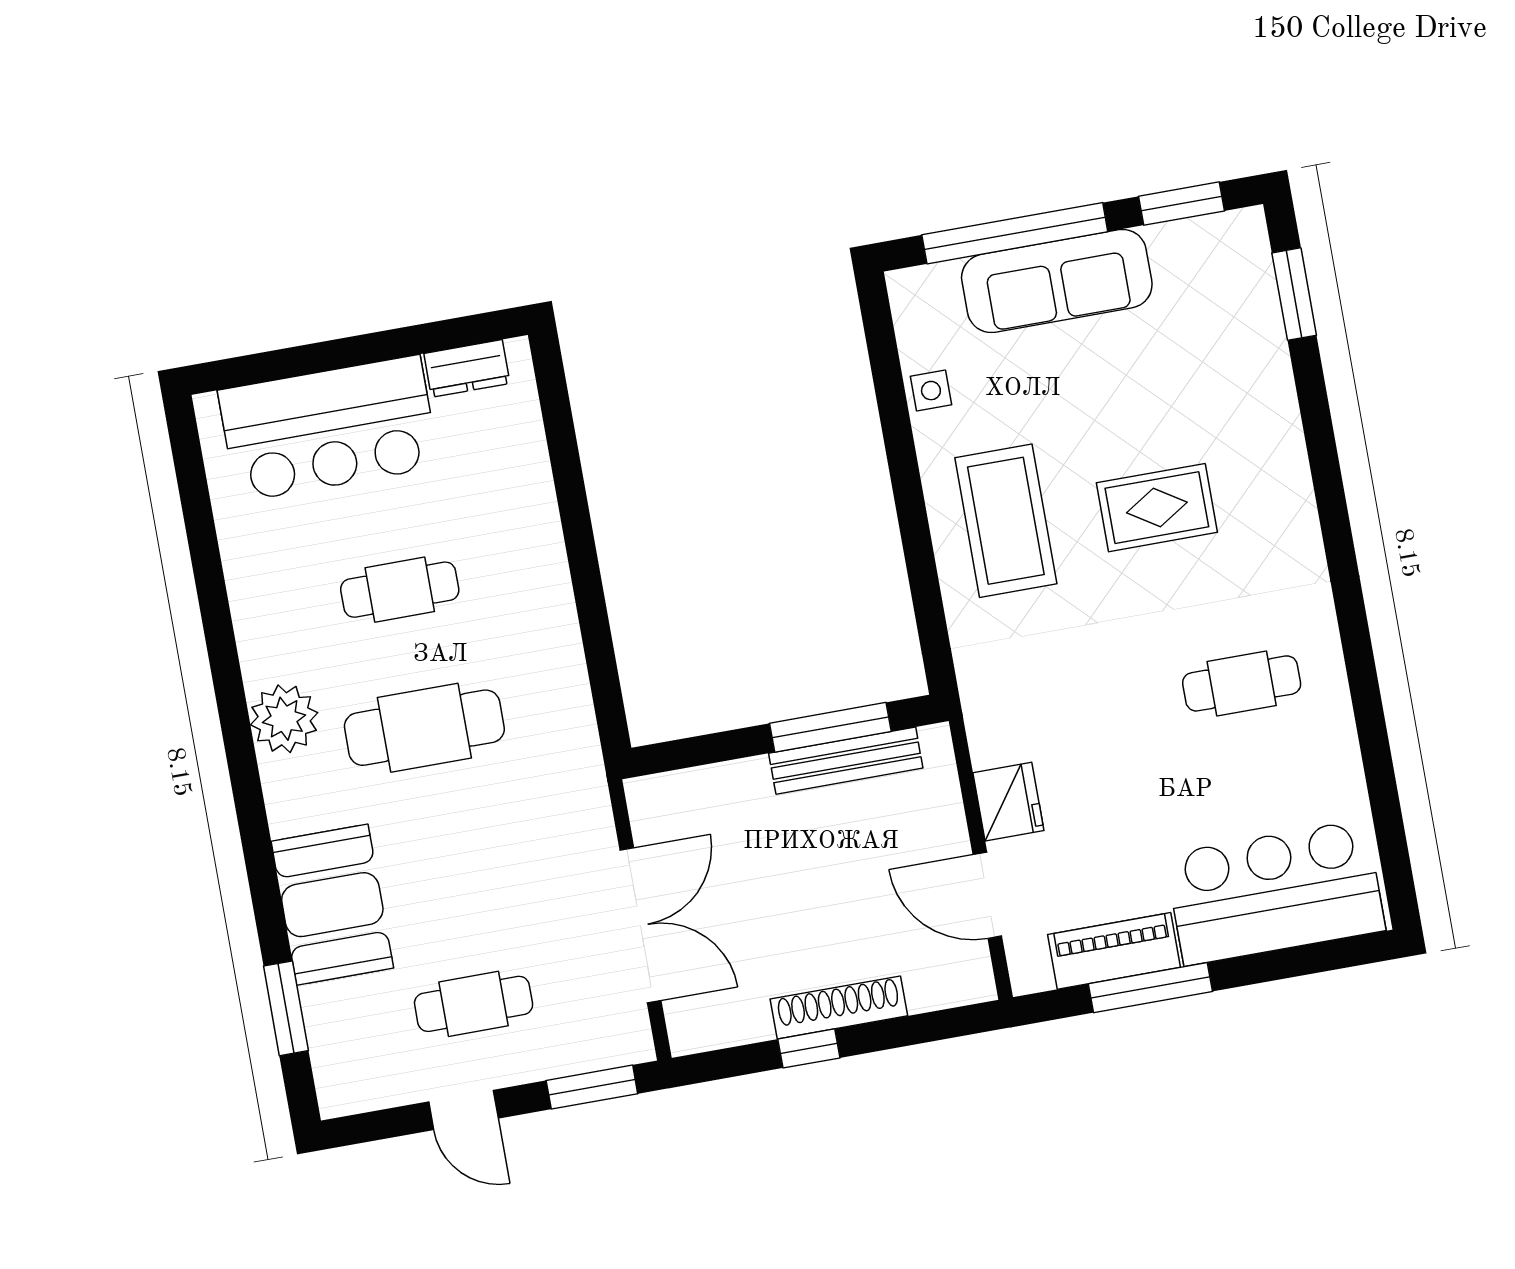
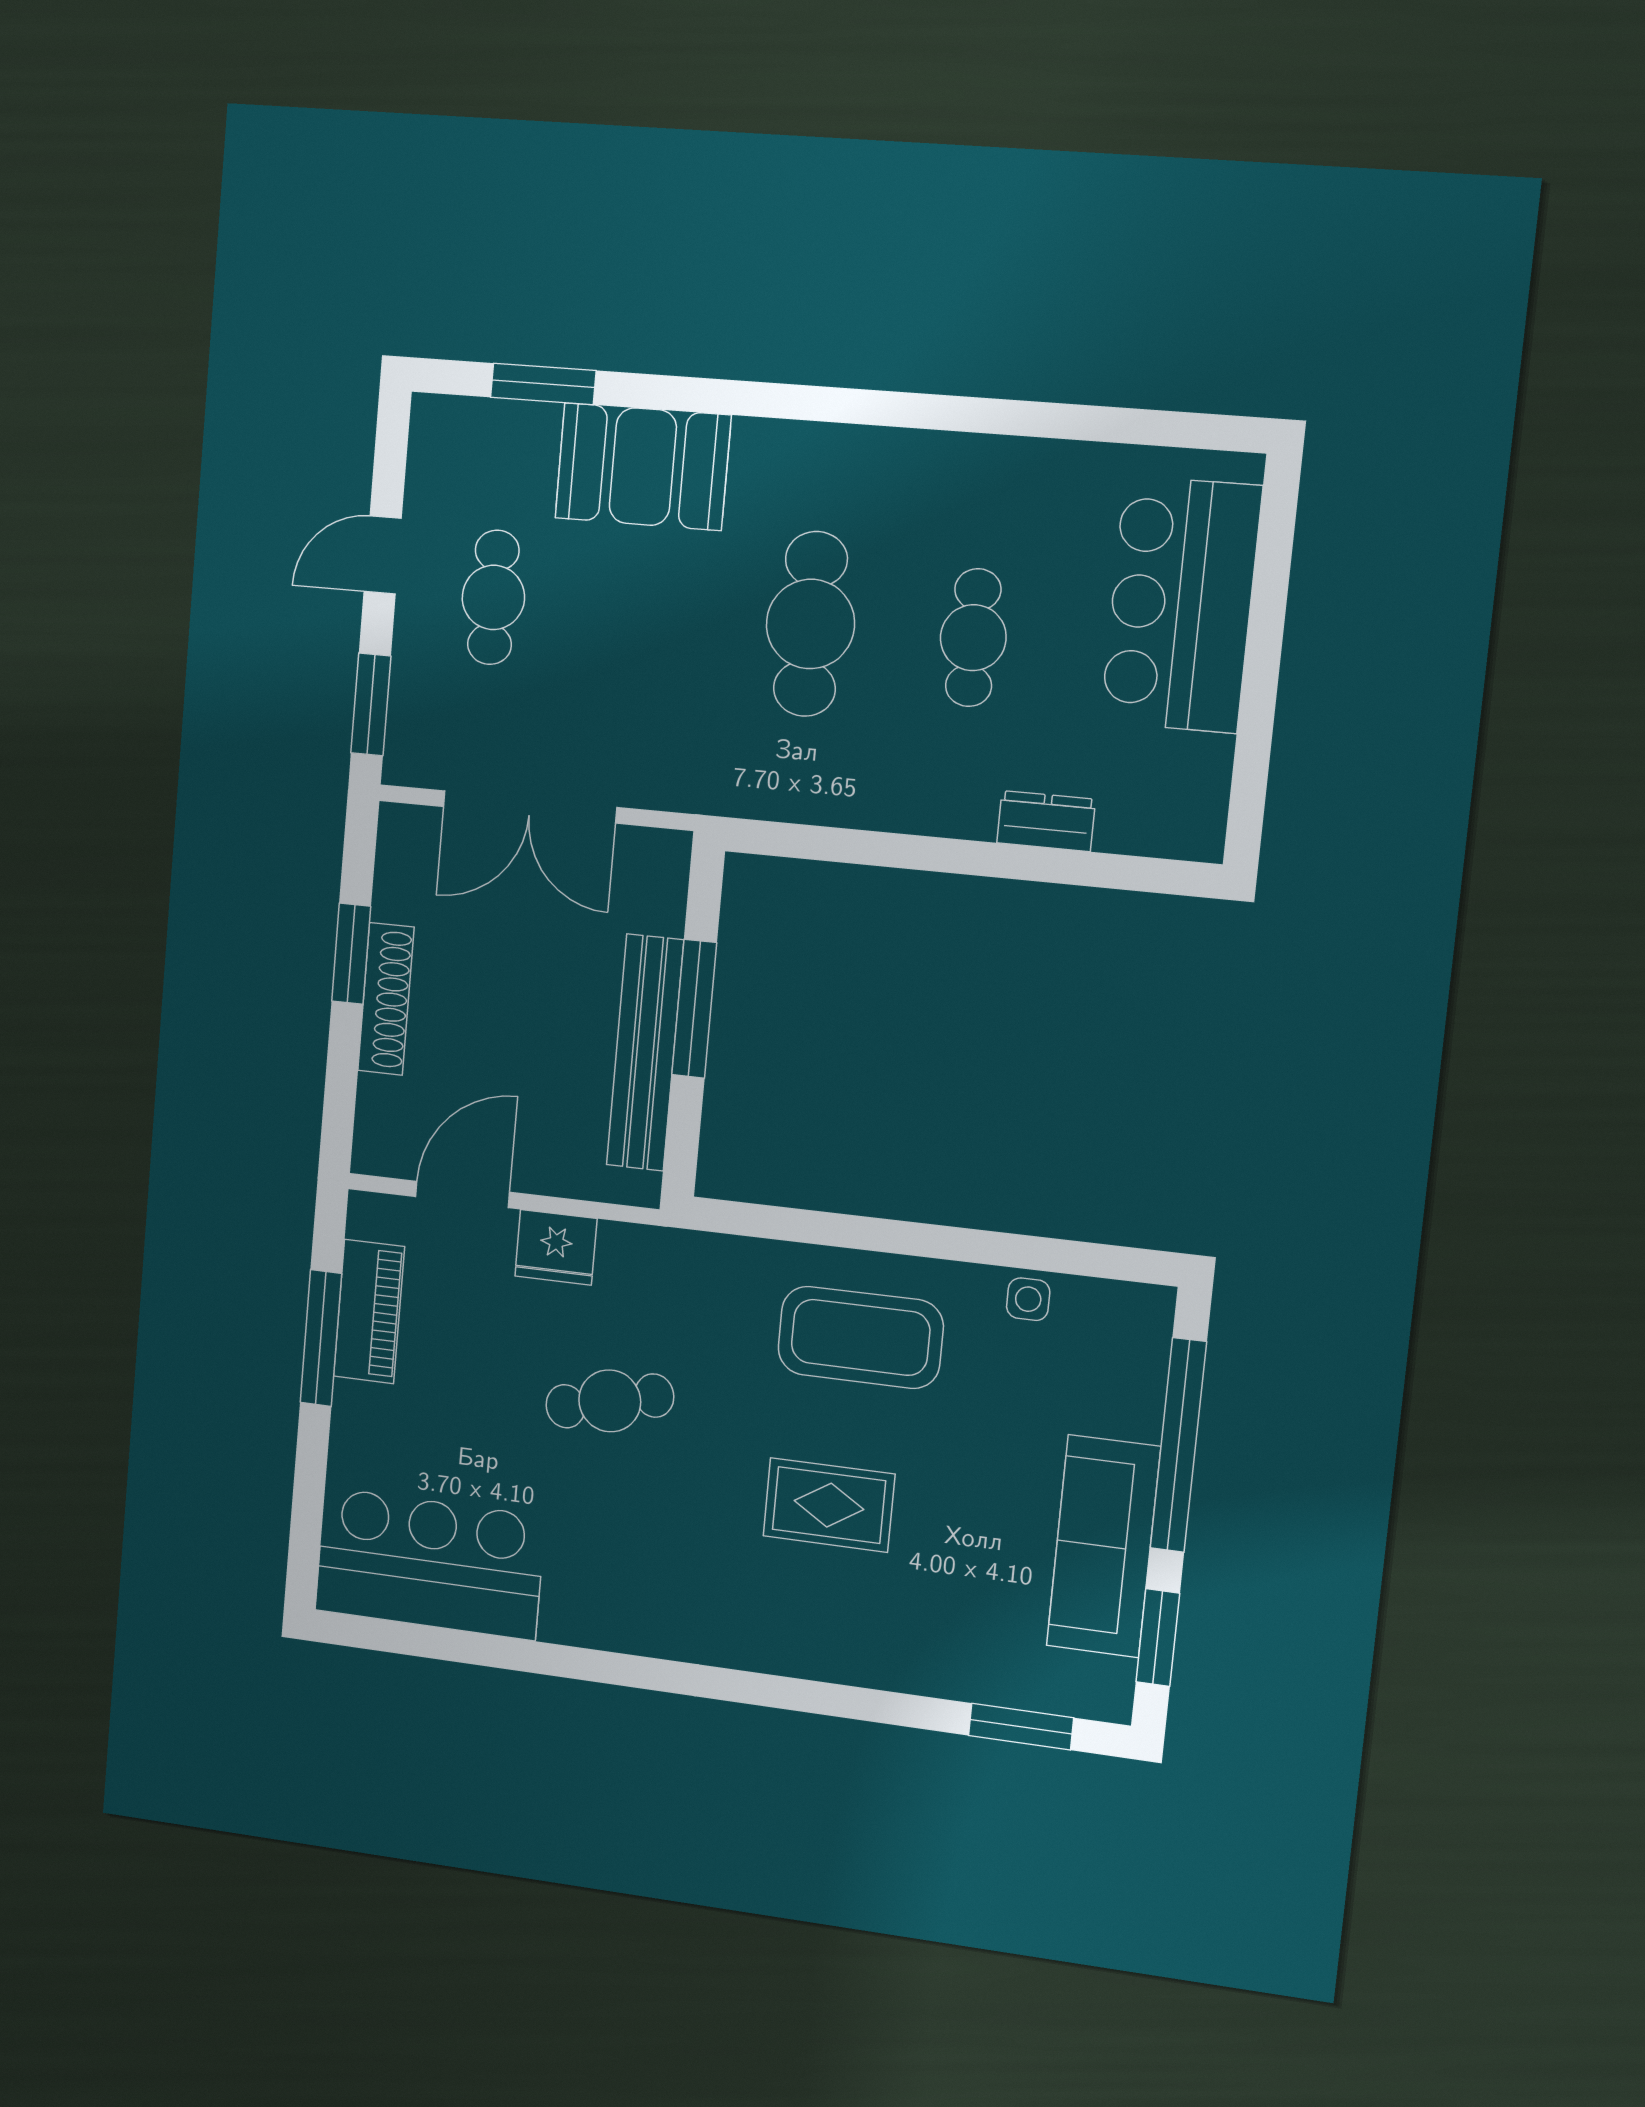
sofa: (1057, 281) -> (1103, 1546), moved
dresser: (467, 368) -> (1046, 821), moved, turned 90
rug: (1157, 508) -> (829, 1505), turned 90
cafe table: (1242, 683) -> (610, 1401), moved, turned 76
plant: (284, 719) -> (864, 466), removed
window: (830, 727) -> (694, 1009), moved
bench: (846, 761) -> (645, 1053), width x1.37, depth x1.21
bar counter: (1275, 893) -> (430, 1564), moved, turned -90
window: (809, 1048) -> (351, 954), width x1.50

